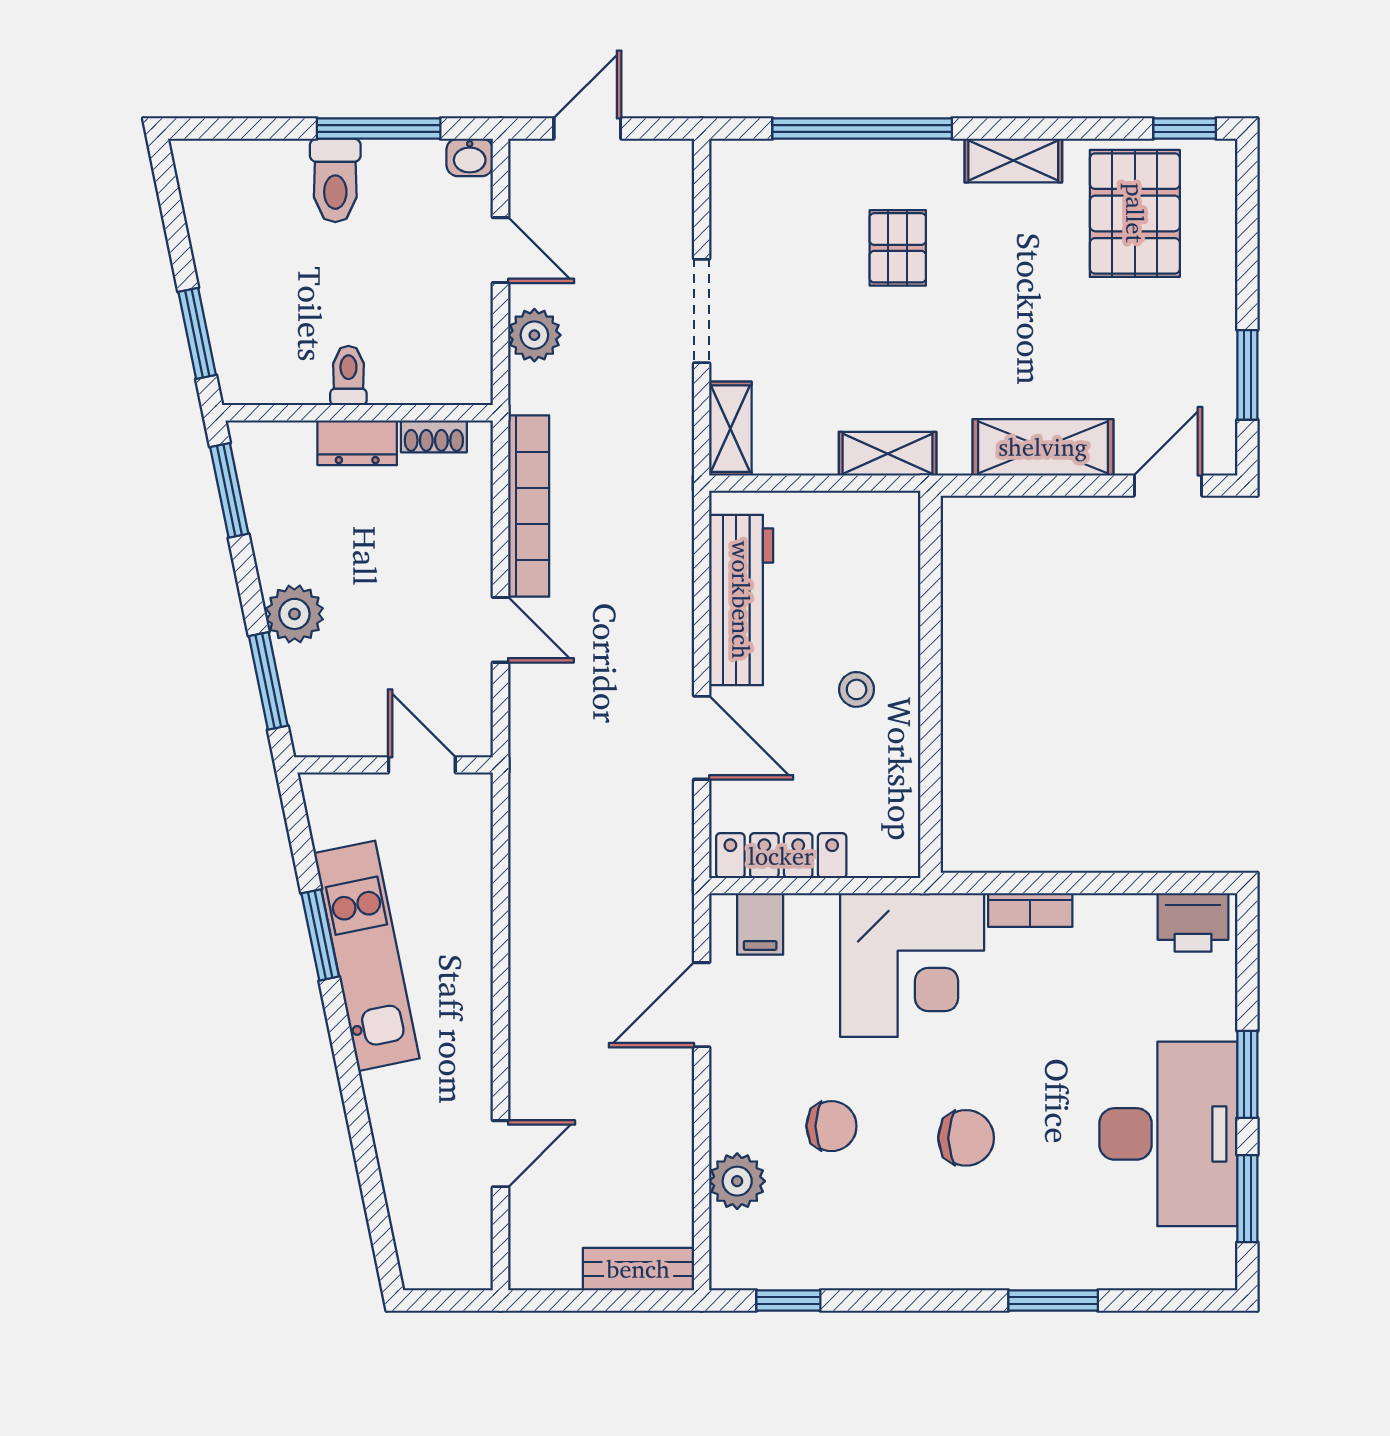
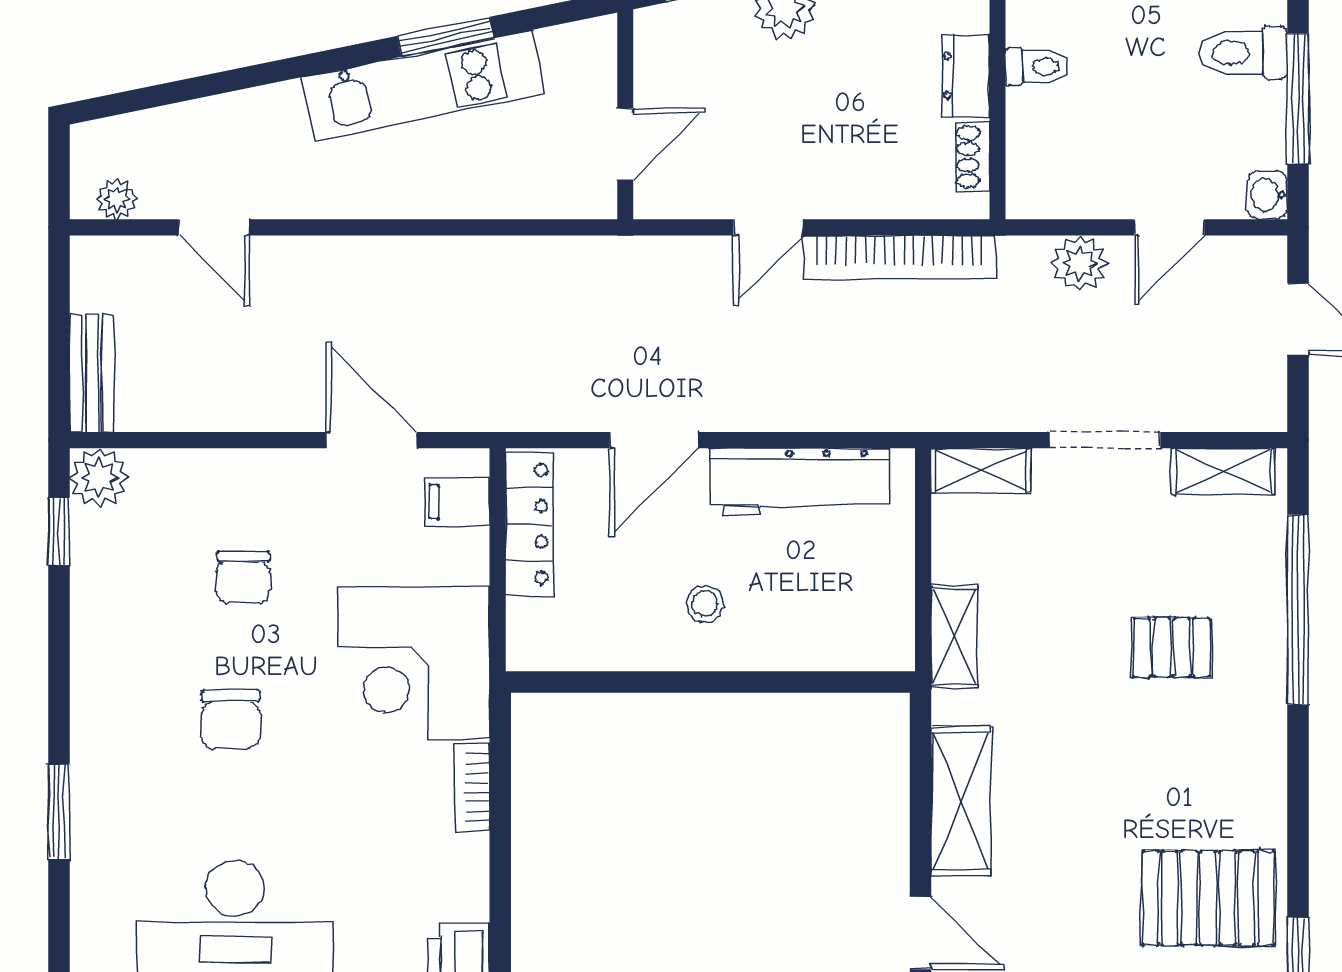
shelving: (1013, 161) -> (1223, 471), moved, turned 90
plant: (737, 1181) -> (99, 478), moved
plant: (474, 1246) -> (117, 199), added

